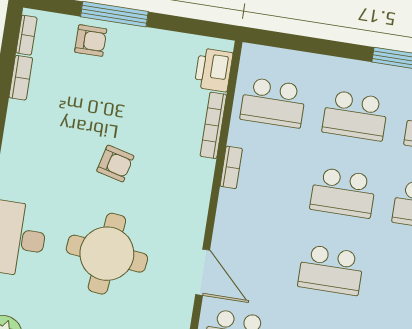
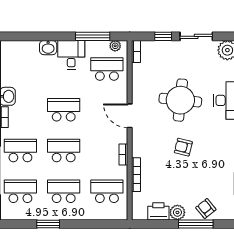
armchair: (91, 41) -> (206, 208), turned 51
plant: (146, 42) -> (177, 212), added
printer: (214, 70) -> (158, 211), moved, turned -90
door: (203, 272) -> (130, 116), moved

